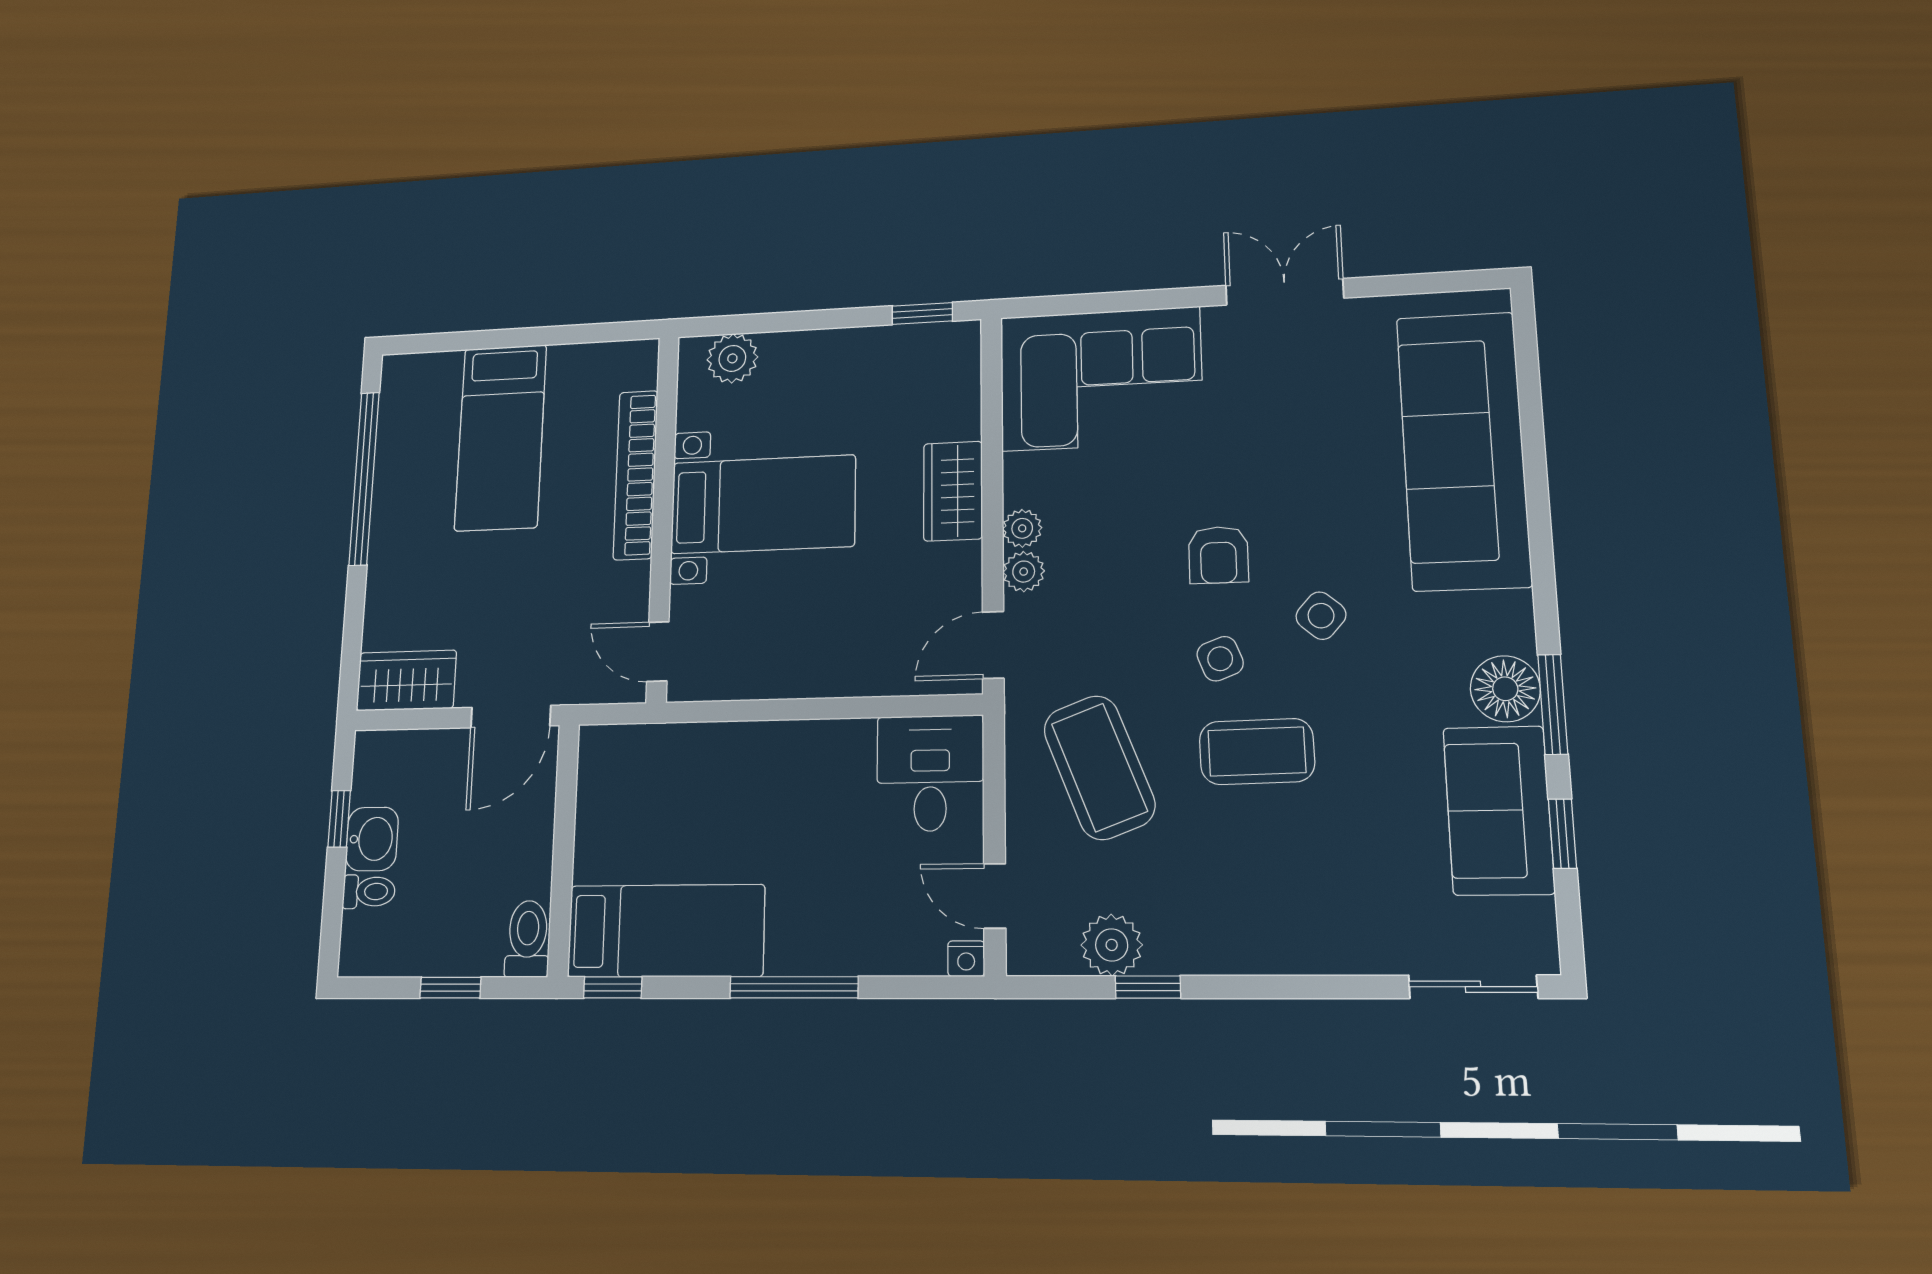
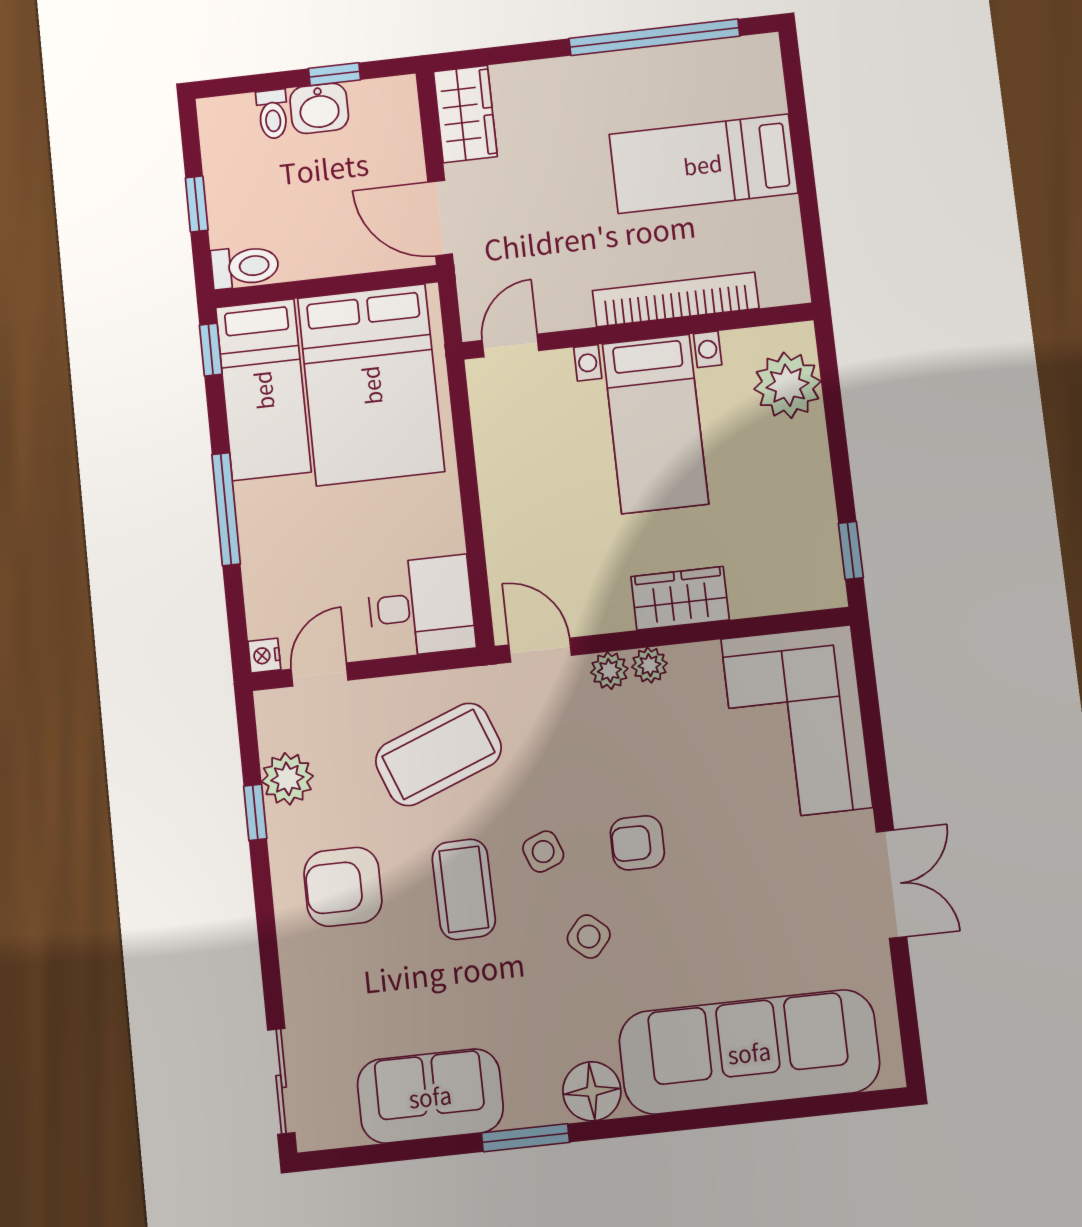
plant: (732, 358) -> (787, 385), width x1.36, depth x1.36
floor lamp: (1505, 689) -> (592, 1091), moved
bed: (678, 808) -> (371, 385), added
window: (1562, 834) -> (415, 1150), removed
armchair: (1244, 891) -> (343, 887), added

